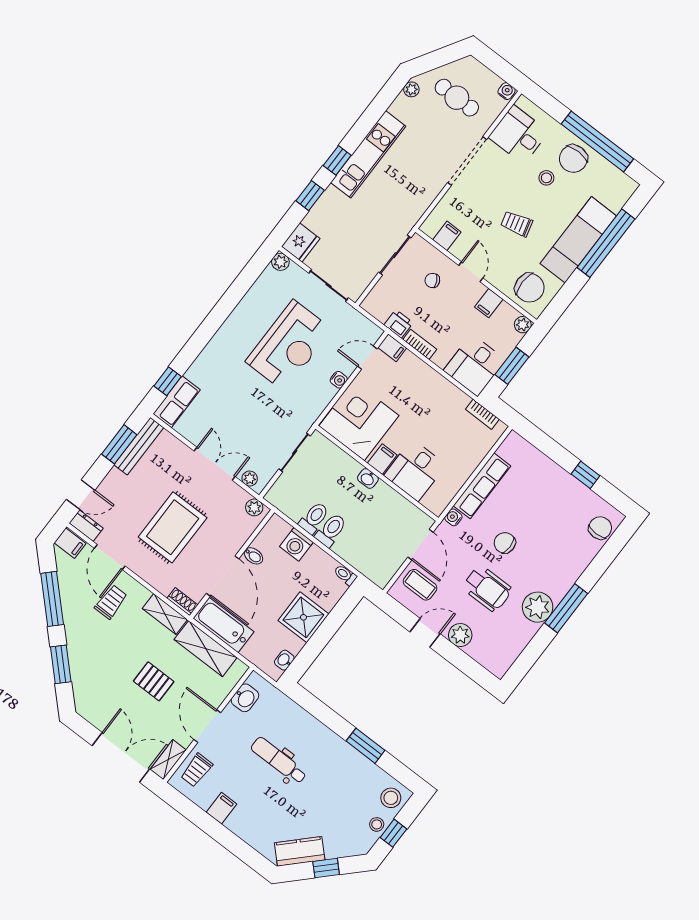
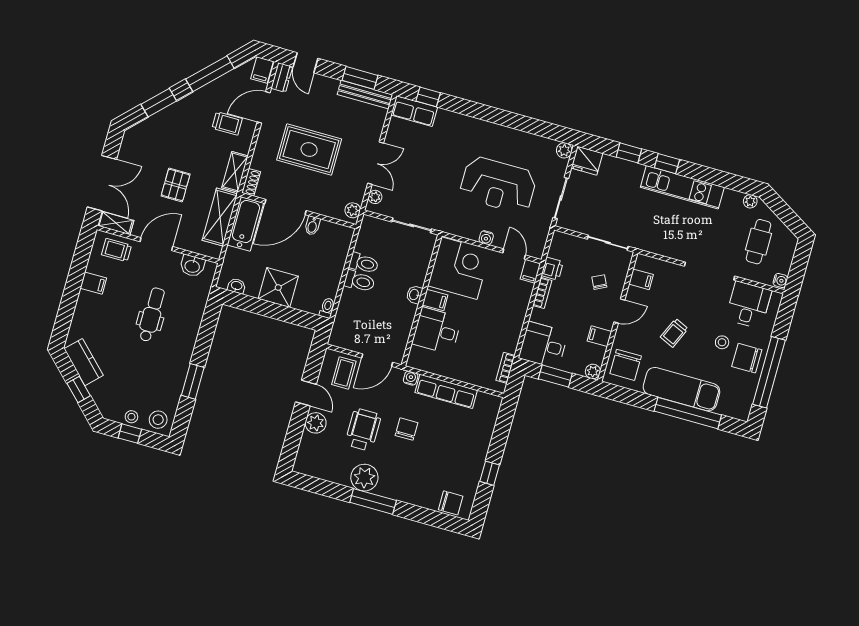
trolley: (517, 224) -> (674, 333), turned -141
washing machine: (296, 544) -> (336, 257), removed
wheelchair: (487, 588) -> (363, 430), turned 180

